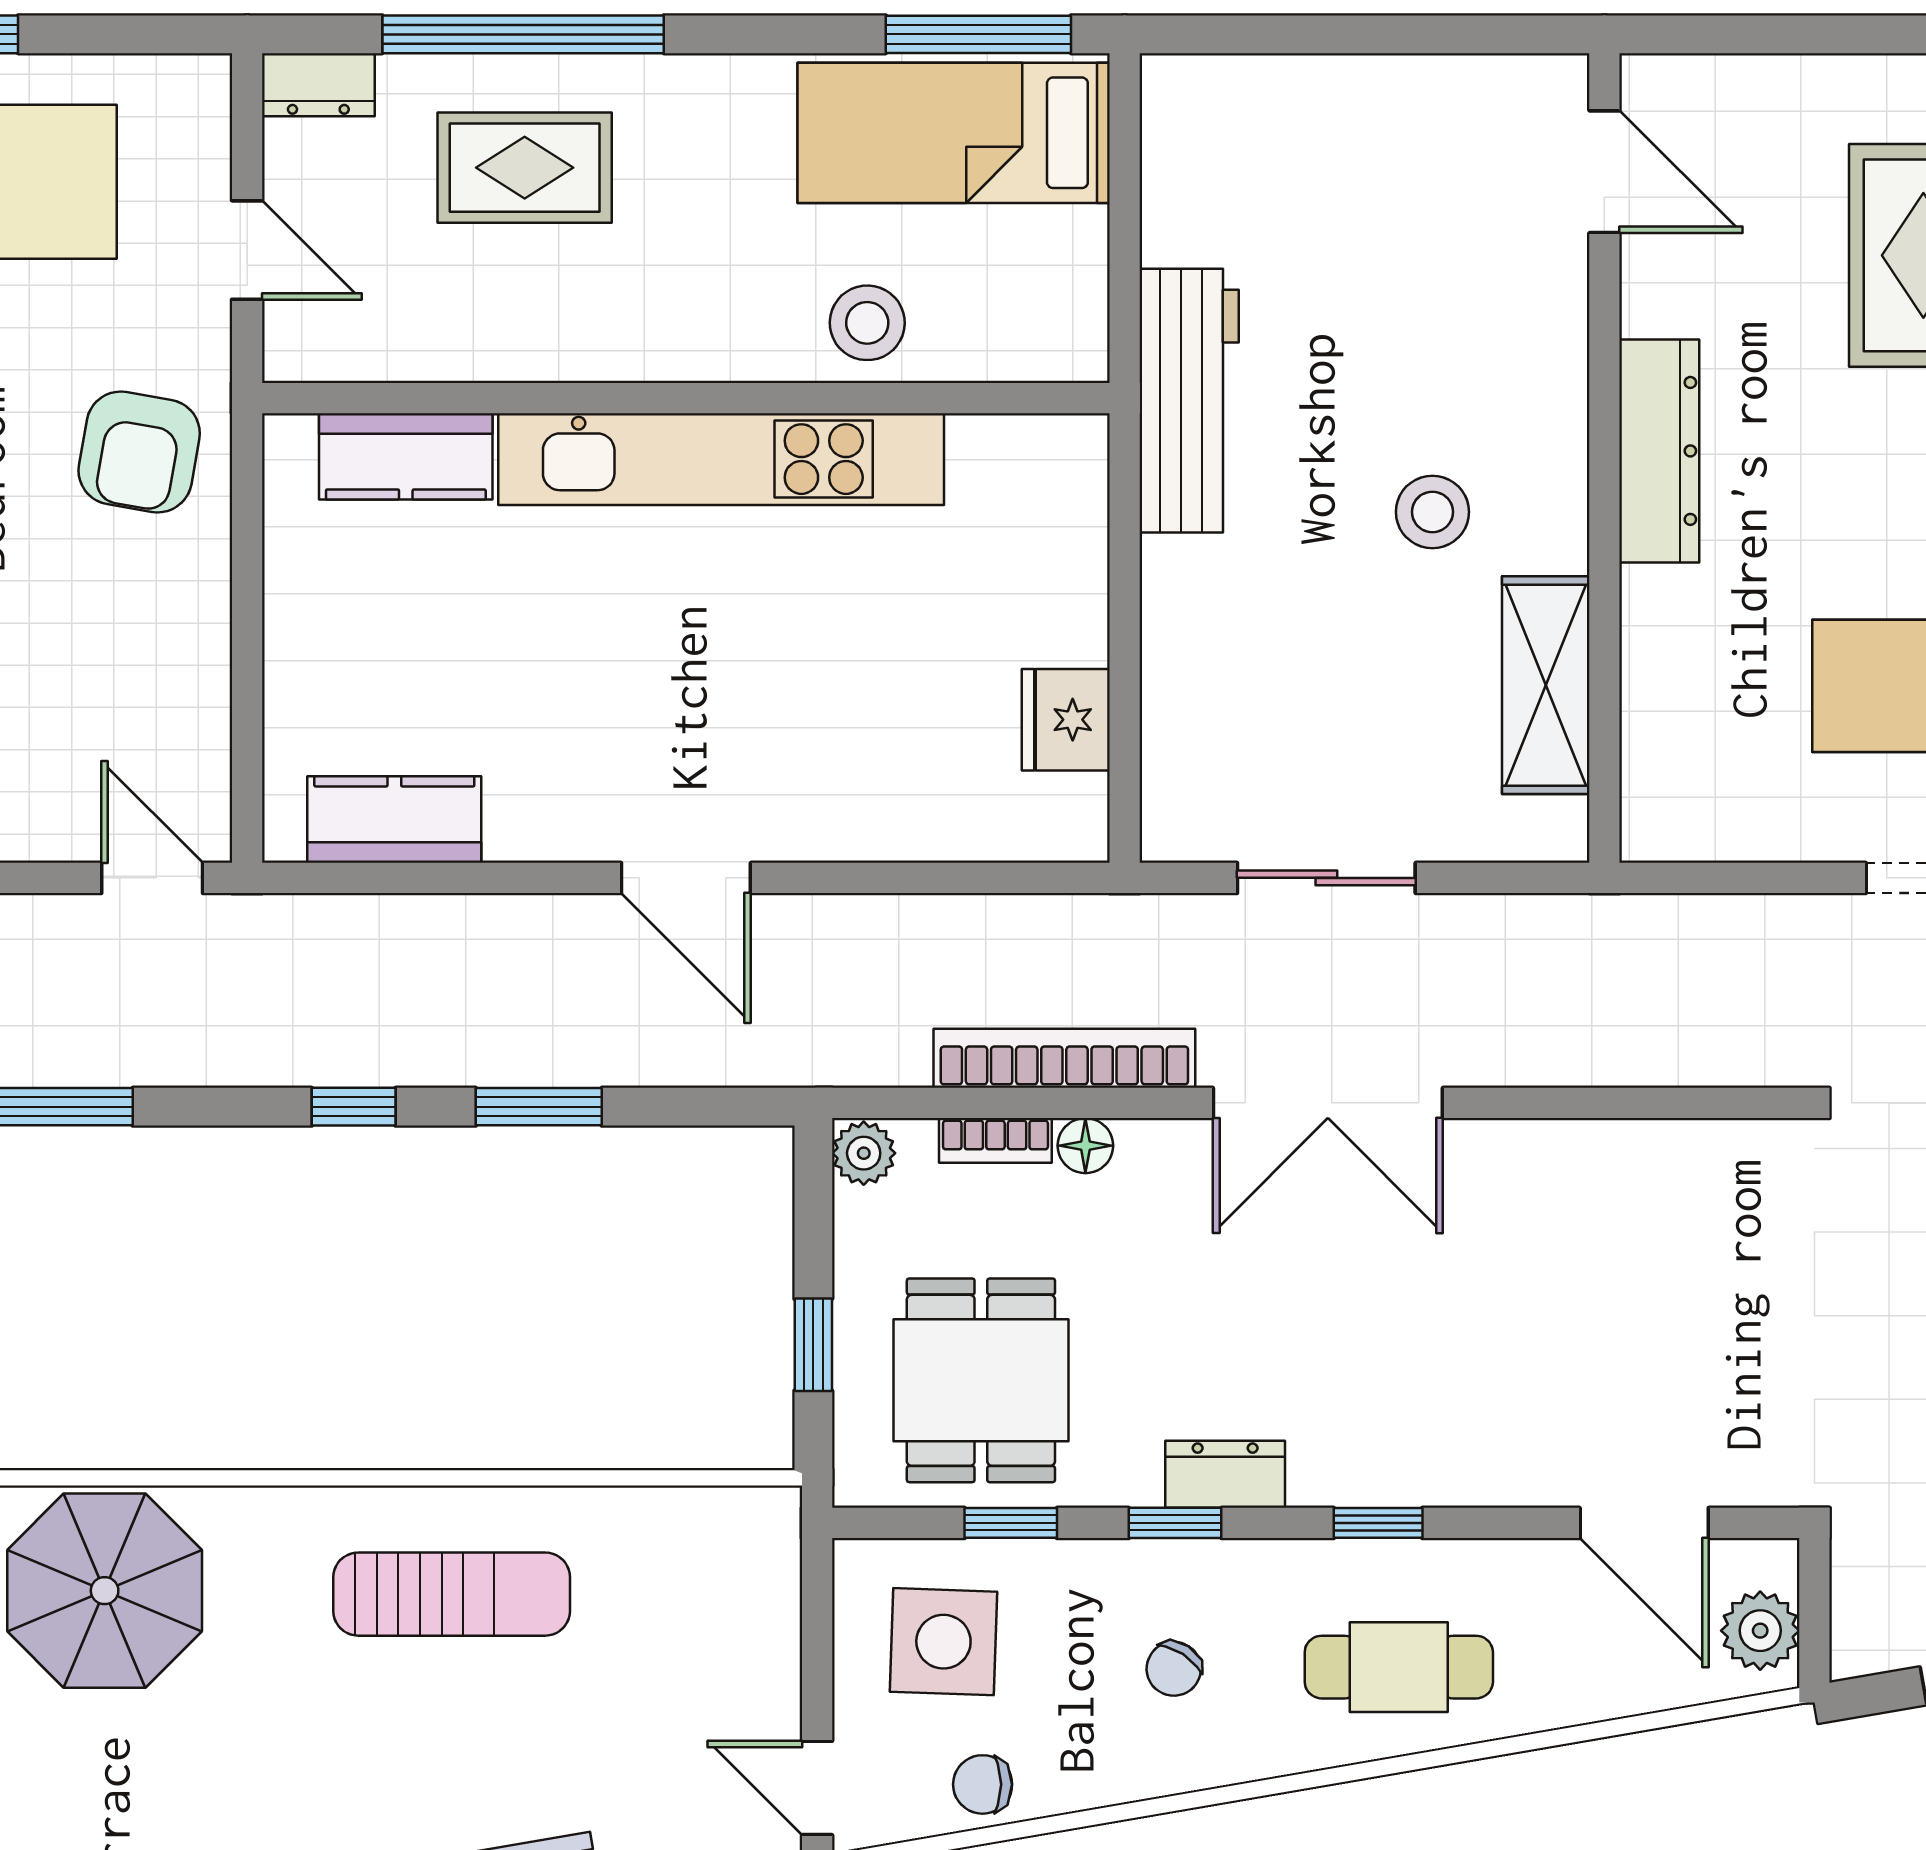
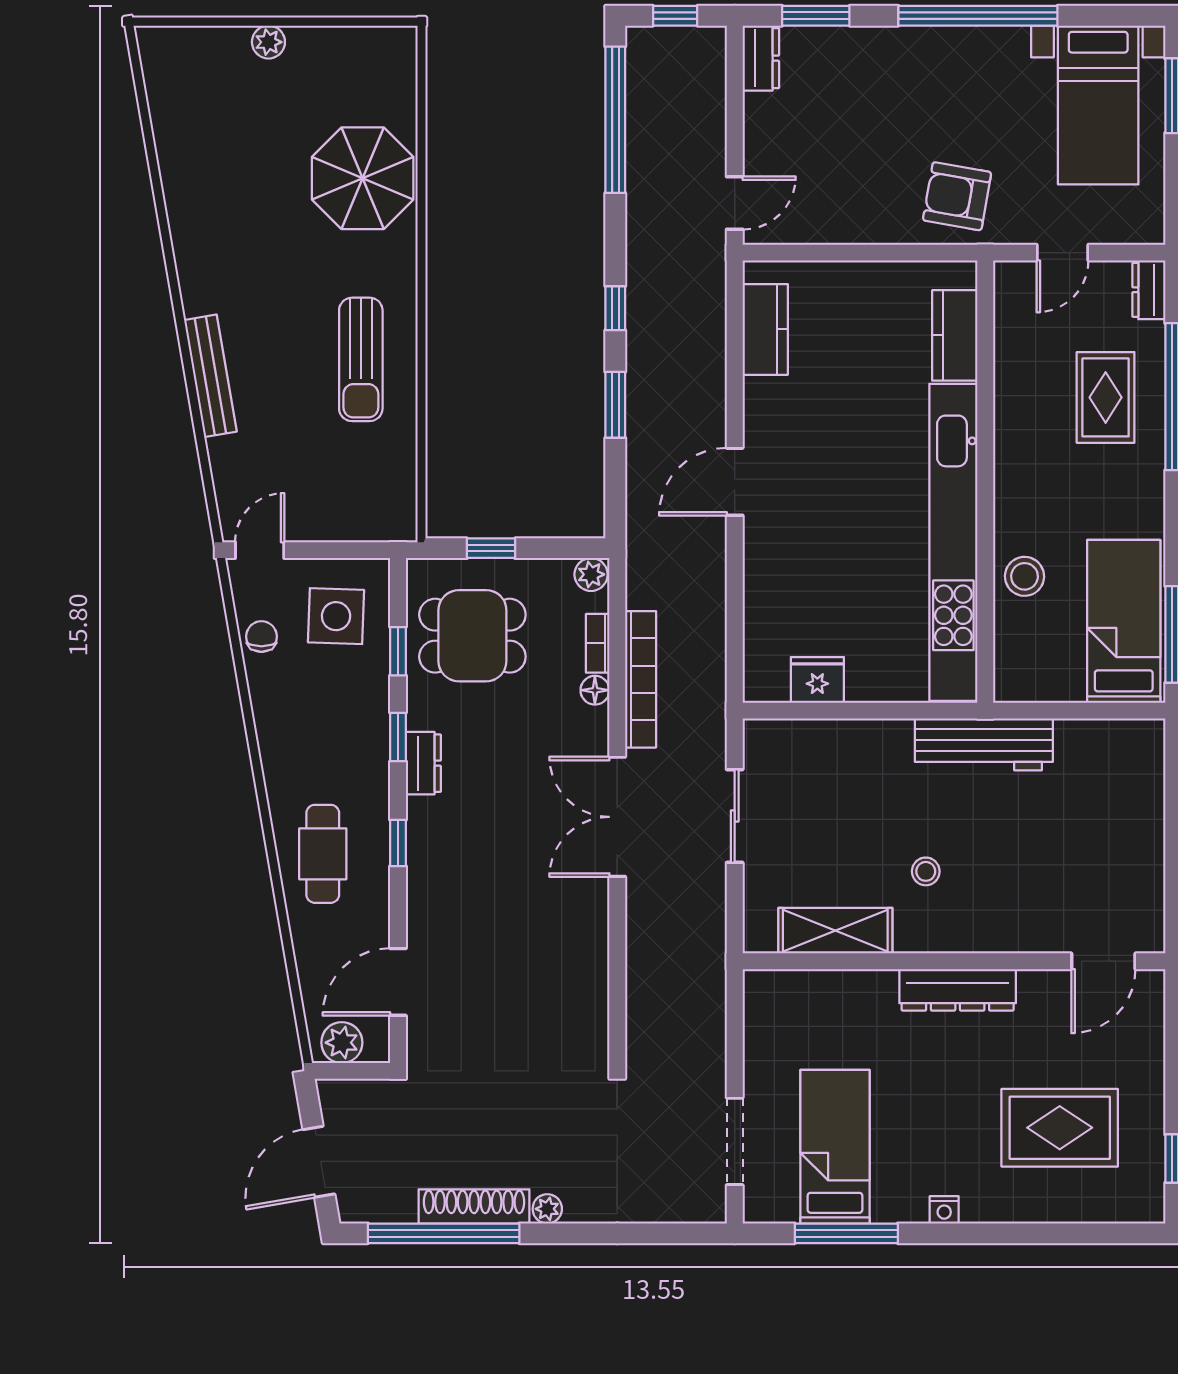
kitchen unit: (721, 459) -> (953, 542), width x1.36
stool: (1432, 512) -> (926, 871), width x0.73, depth x0.73
chair: (1174, 1669) -> (322, 736), removed

